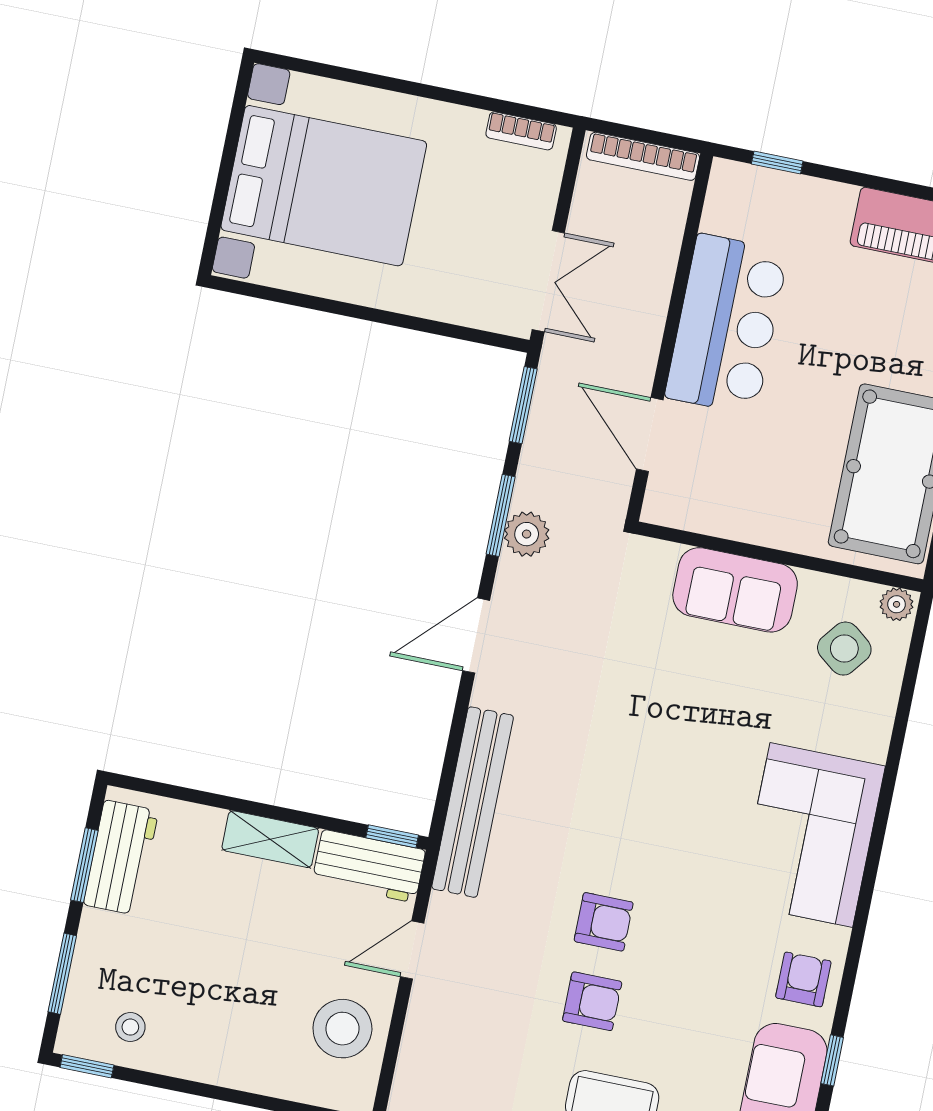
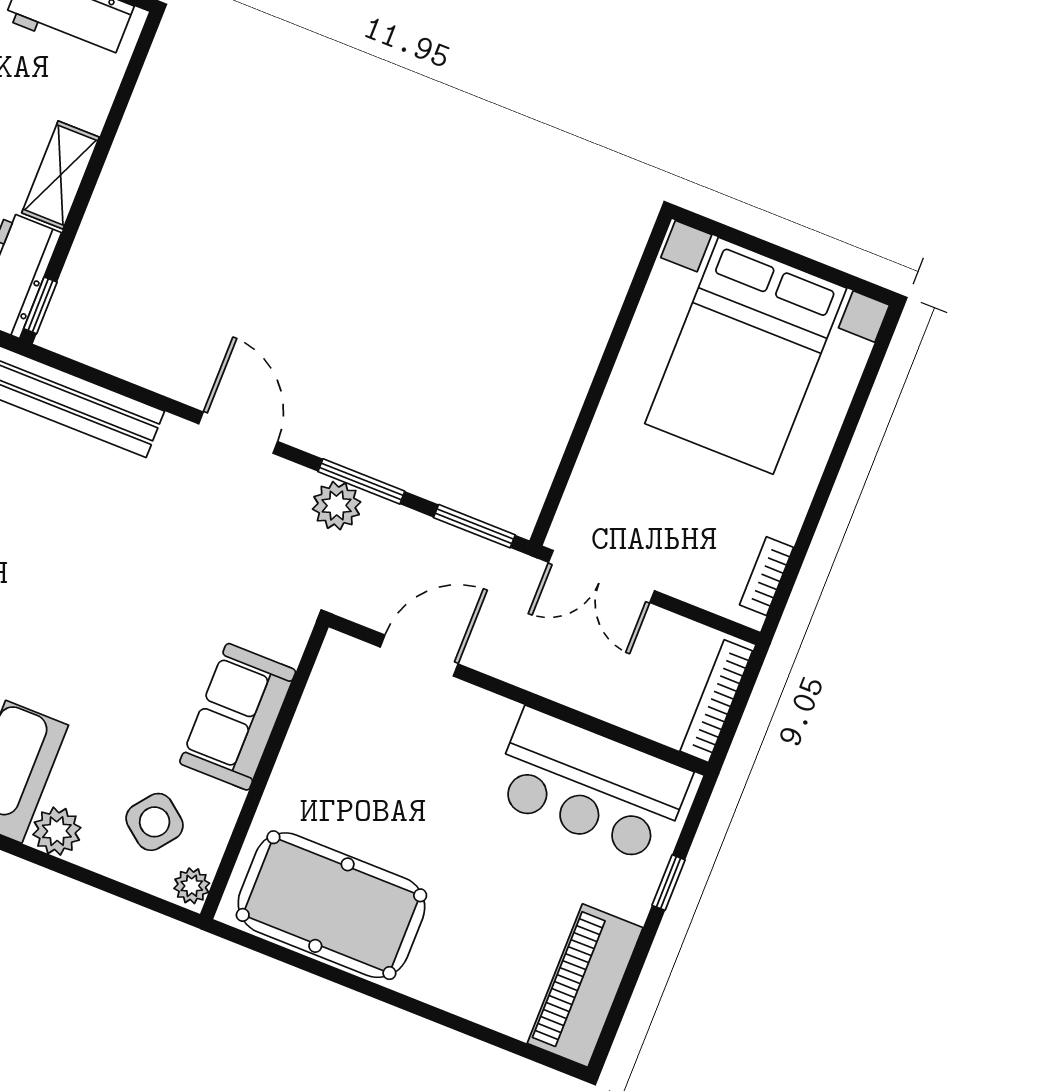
window: (777, 162) -> (669, 883), moved
bar counter: (727, 324) -> (591, 786), moved
plant: (869, 736) -> (57, 831), added

